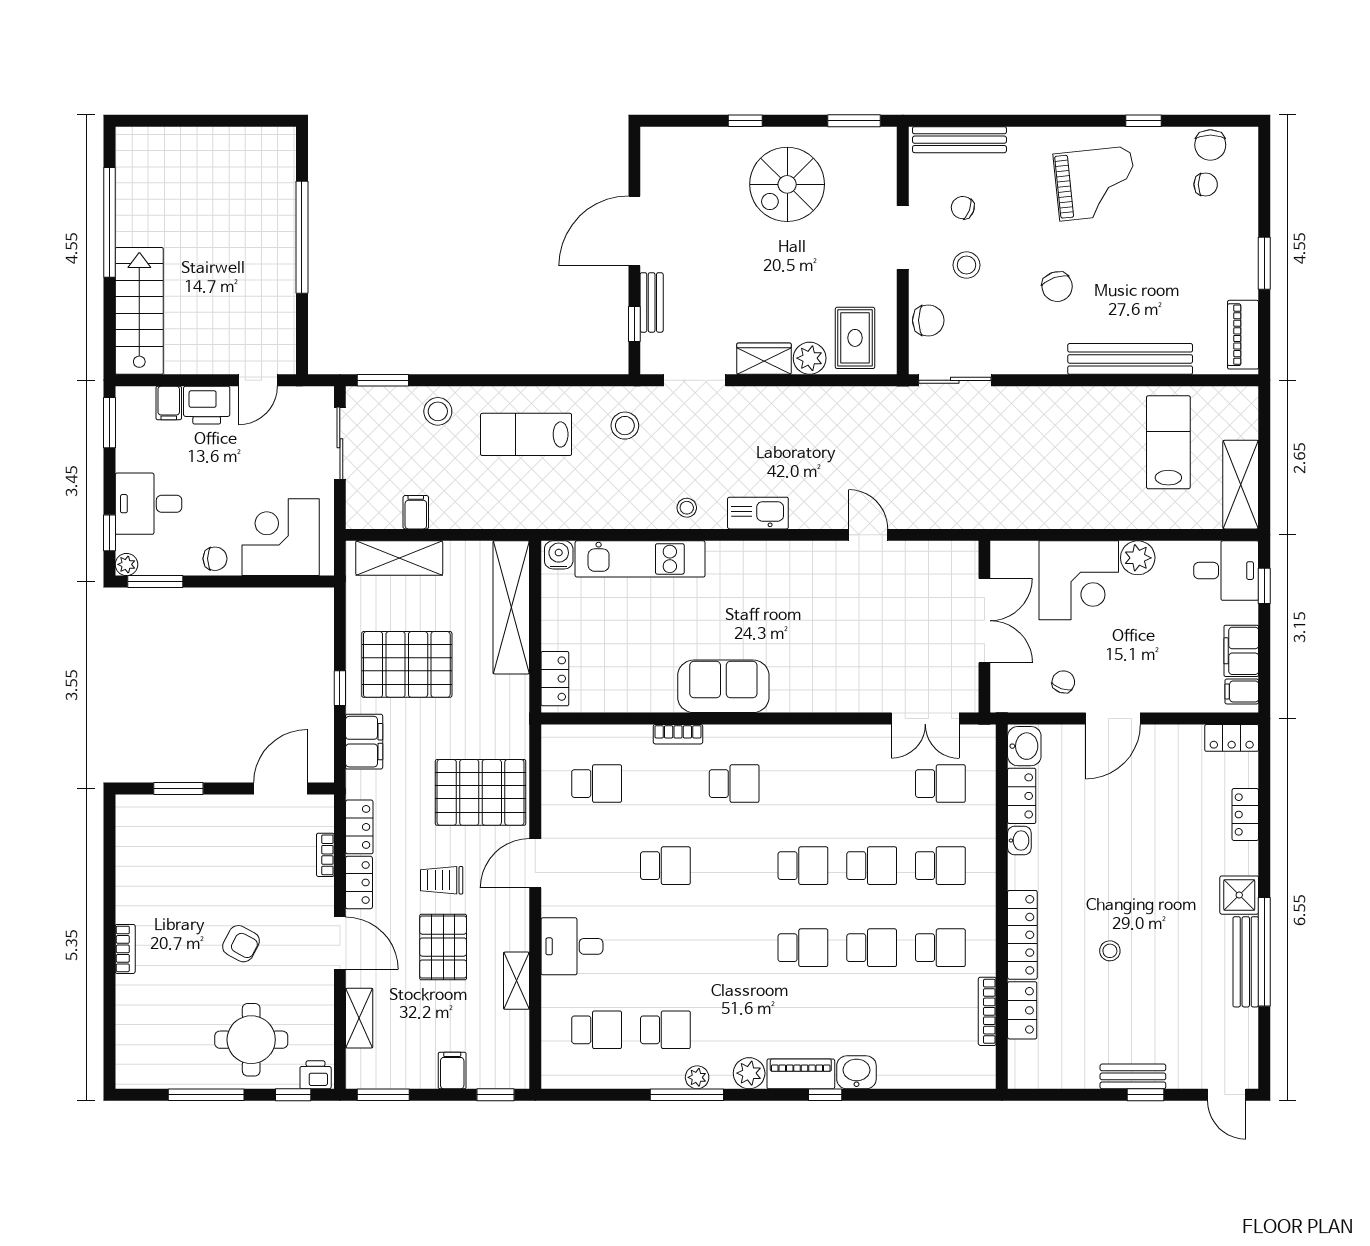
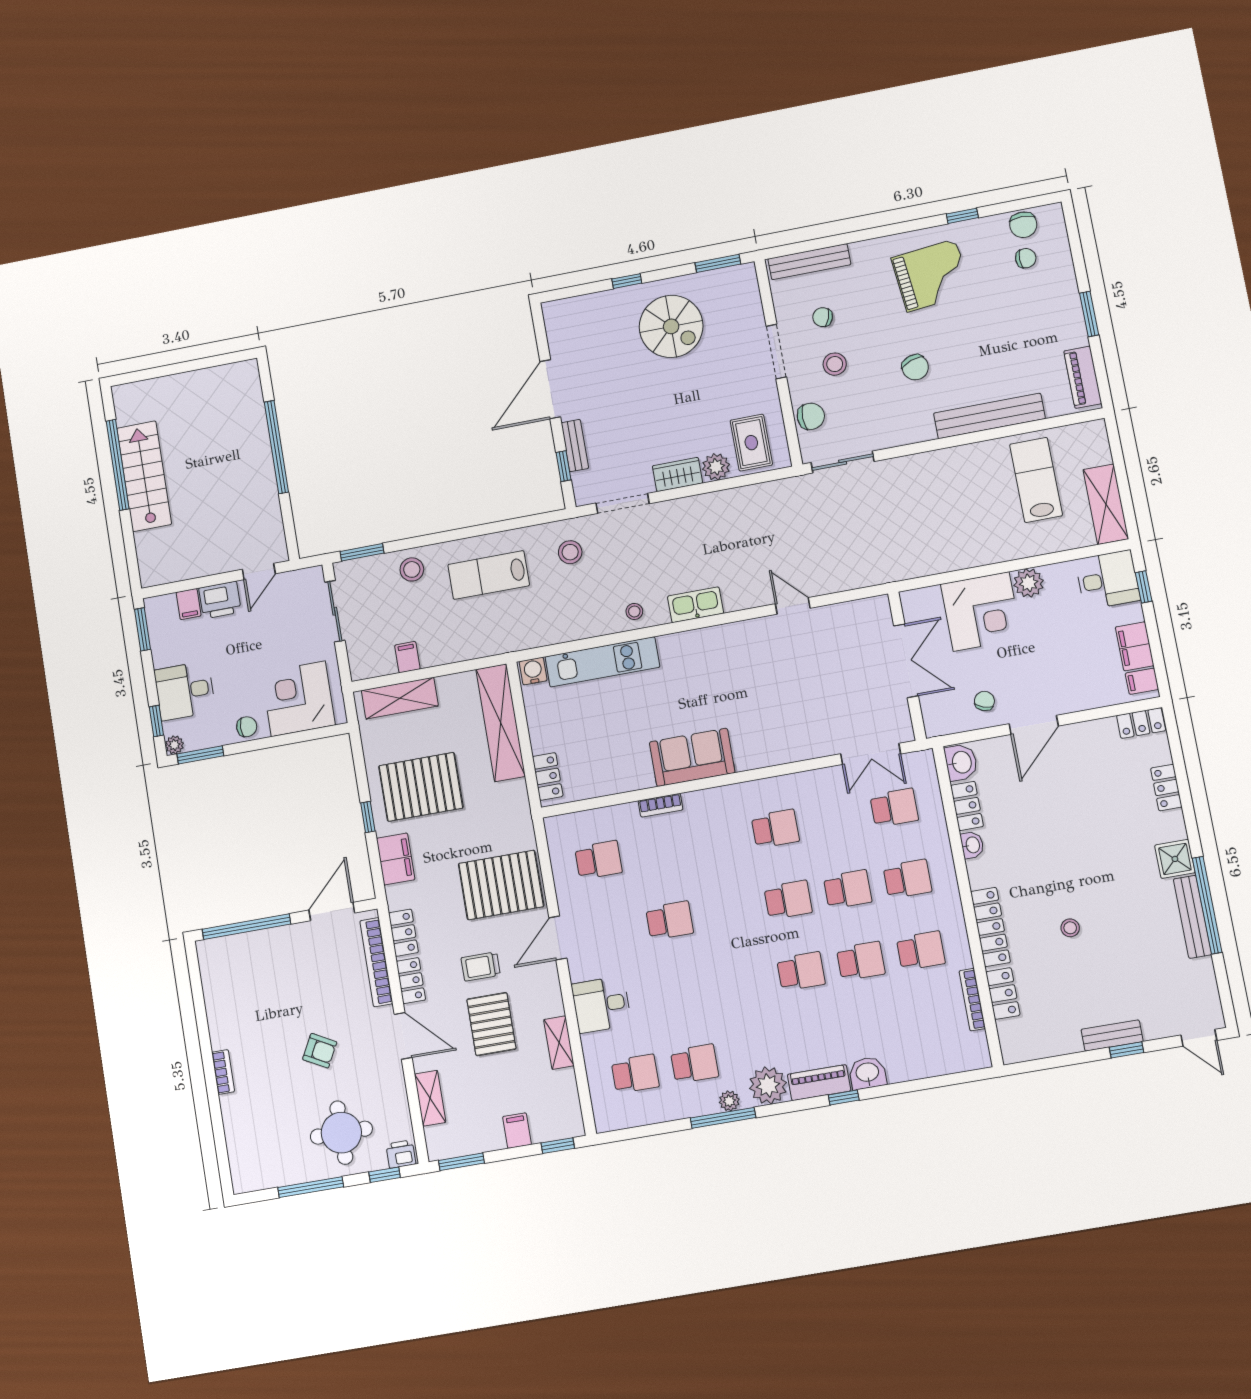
spiral stairs: (787, 184) -> (671, 326), turned -90
stairs: (139, 311) -> (144, 476), moved
school desk: (734, 784) -> (775, 829), moved
window: (178, 789) -> (246, 927), width x2.11
bookcase: (325, 855) -> (376, 962), width x2.31, depth x1.31
plant: (749, 1073) -> (768, 1085), width x1.36, depth x1.36

